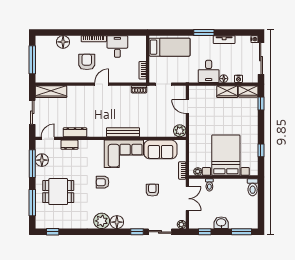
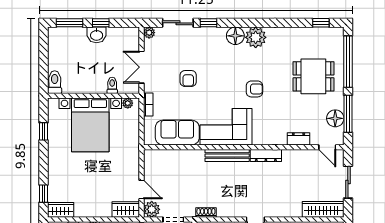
wardrobe: (227, 92) -> (126, 210), moved
plant: (180, 131) -> (152, 209), moved
dresser: (75, 132) -> (266, 155), moved
door: (48, 138) -> (327, 147), hinge flipped
window: (32, 203) -> (348, 62), width x1.46
window: (205, 232) -> (101, 23), moved

